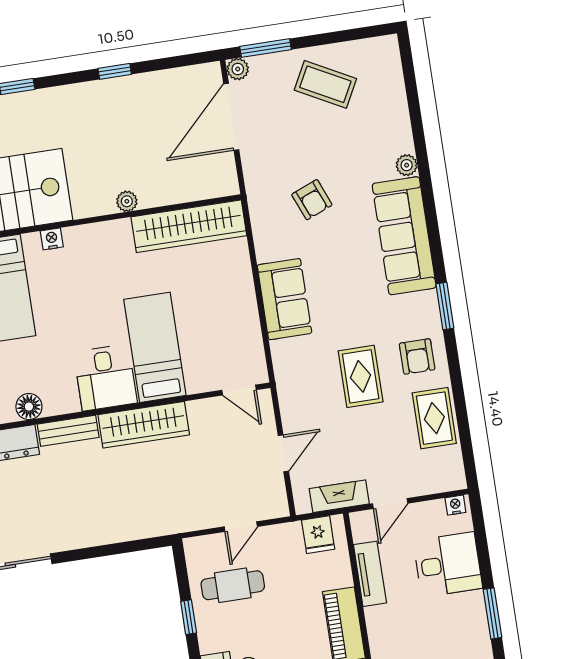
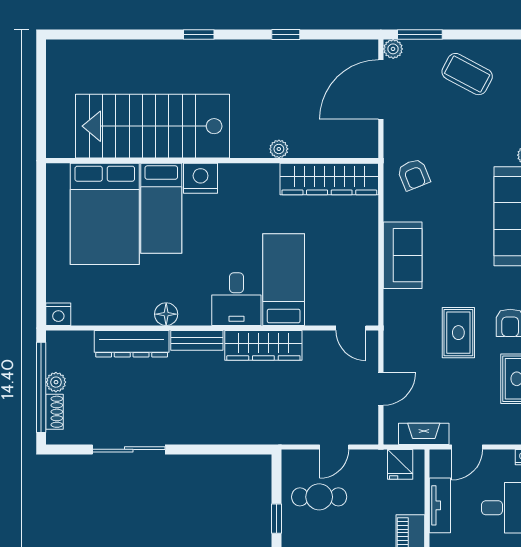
armchair: (312, 200) -> (414, 175), moved
nightstand: (52, 239) -> (201, 178), width x1.89, depth x1.79

